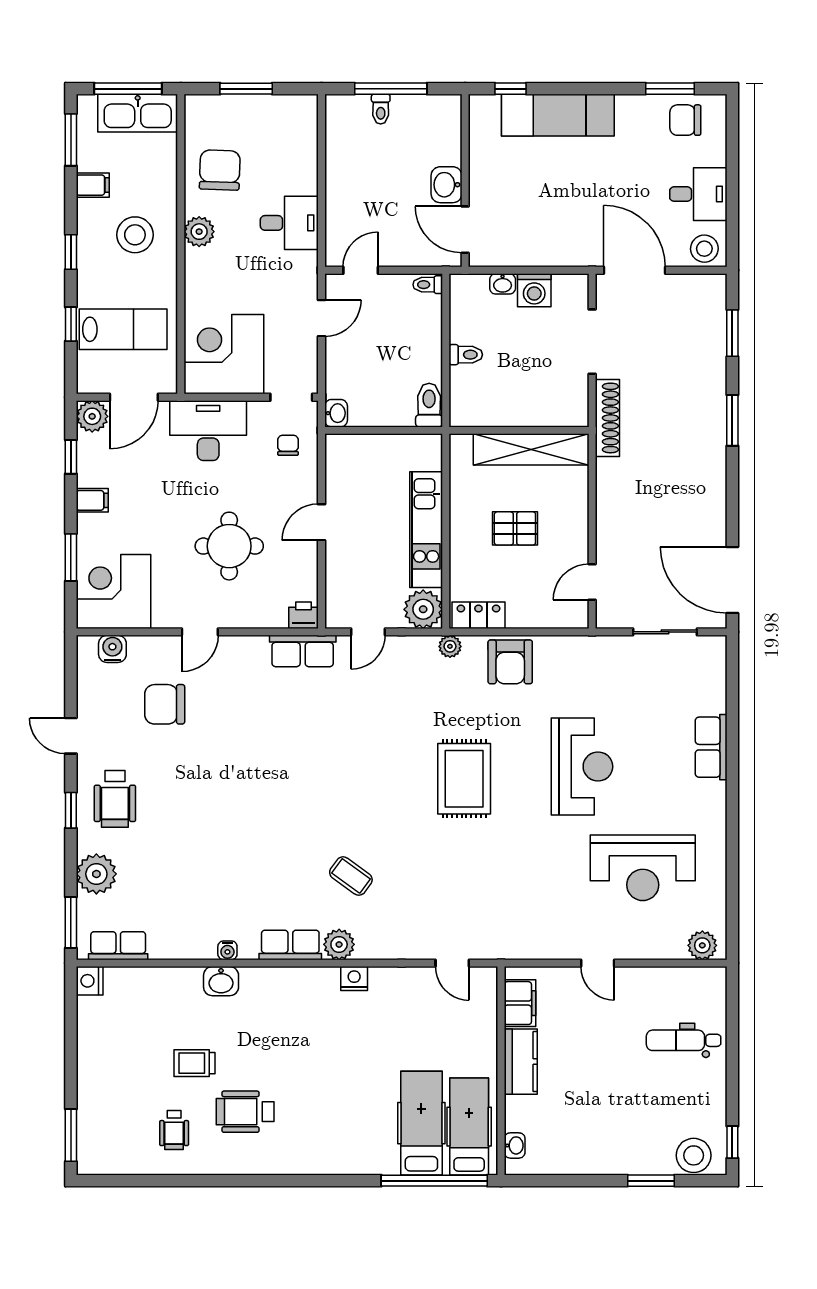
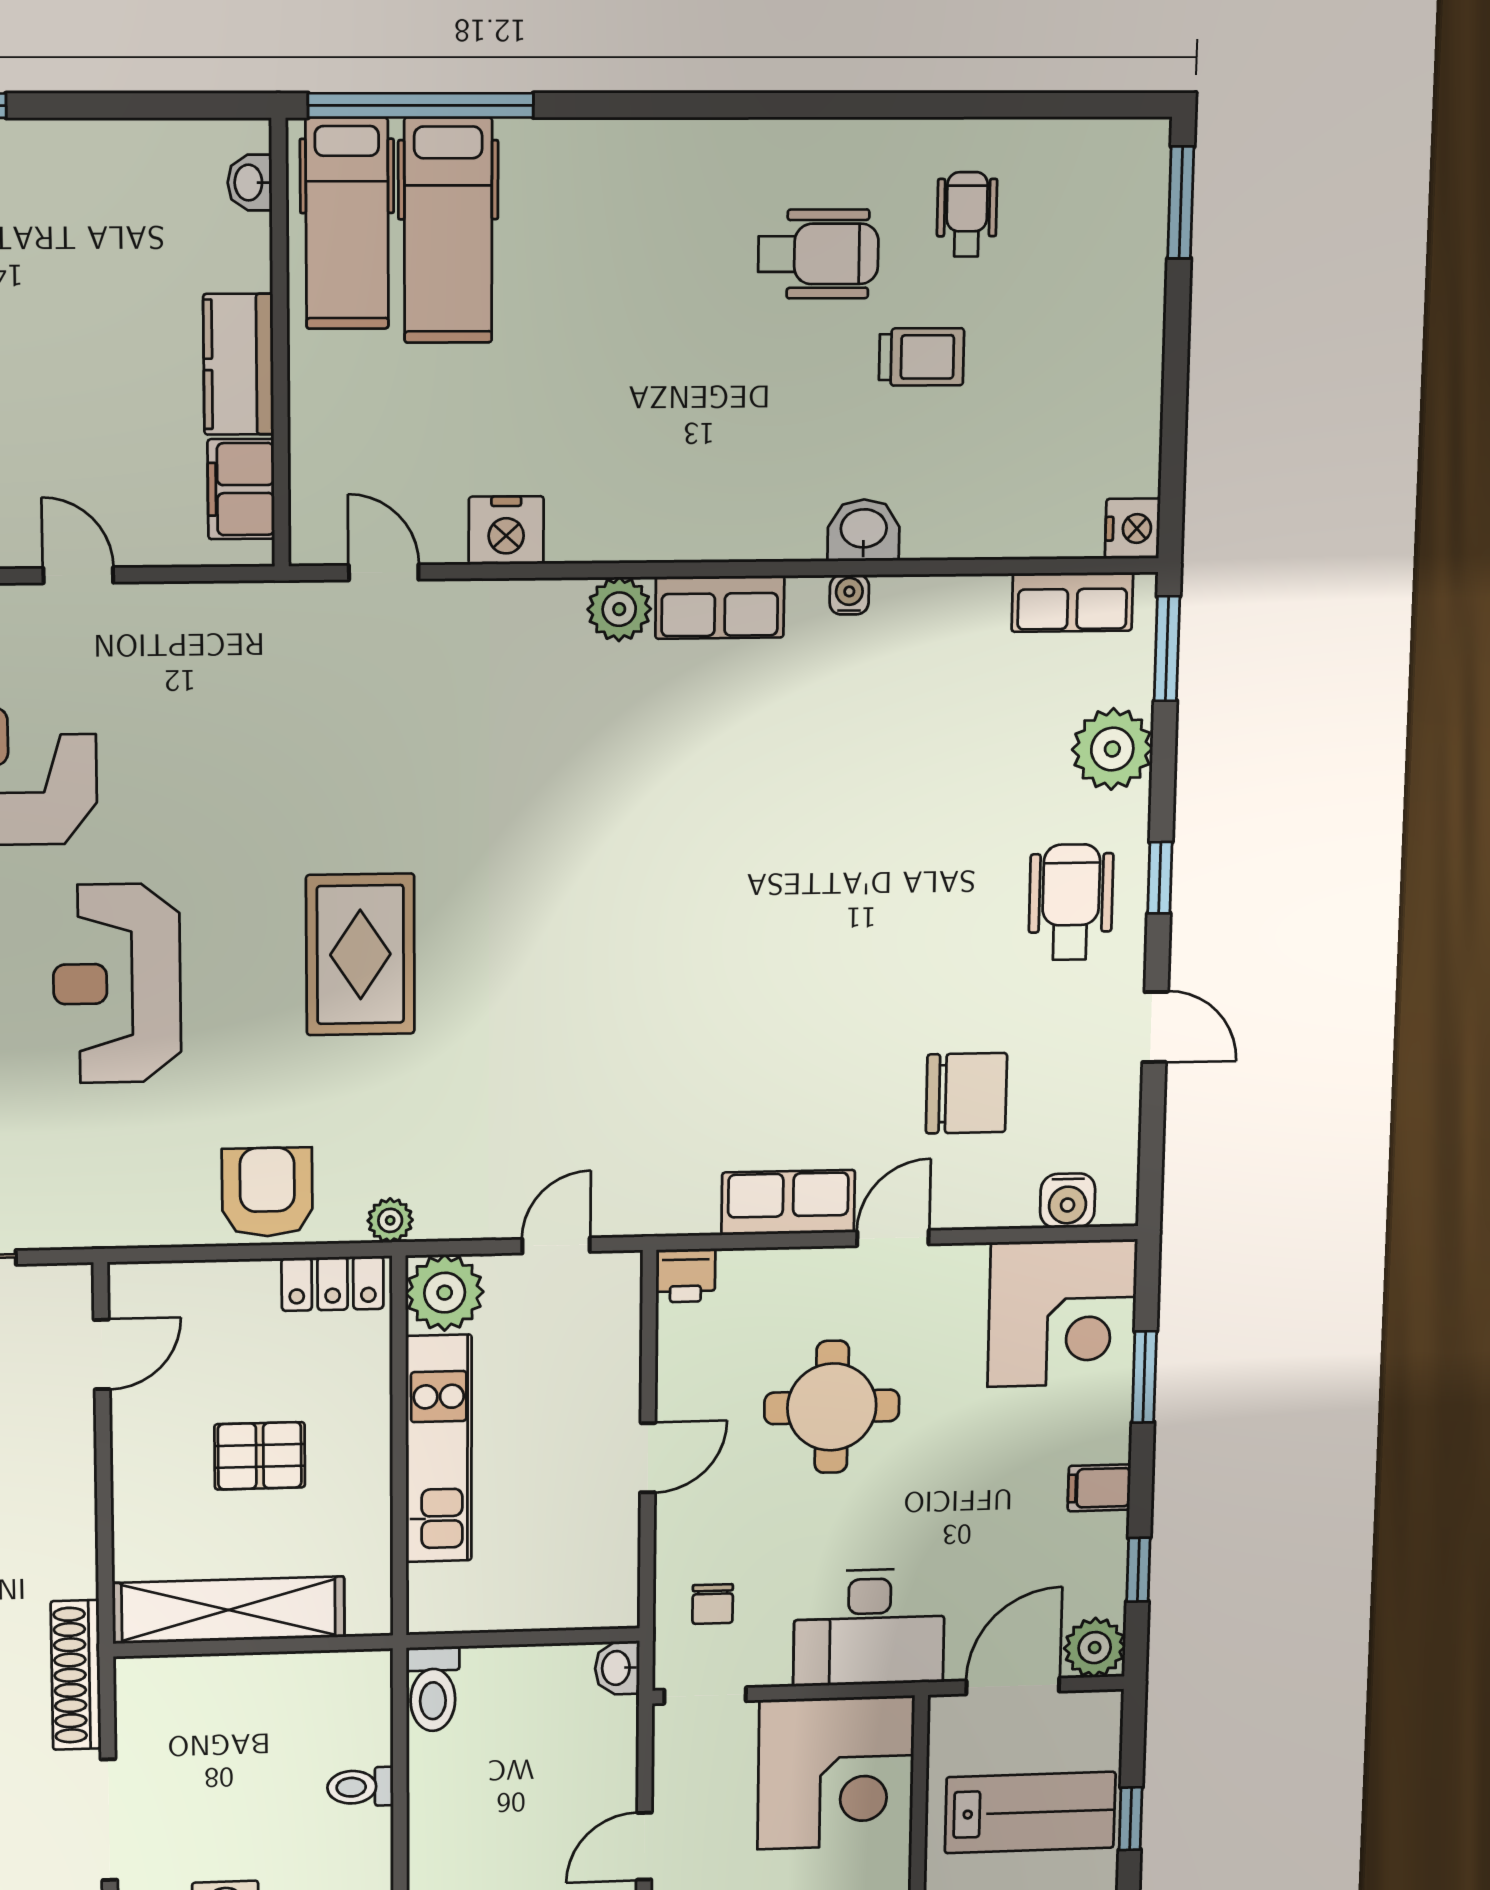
lab bench: (123, 329) -> (1030, 1812), turned 180
row of seats: (303, 651) -> (788, 1202), moved
coffee table: (351, 876) -> (594, 752), removed
nightstand: (354, 979) -> (506, 530), moved, width x1.36, depth x1.33

